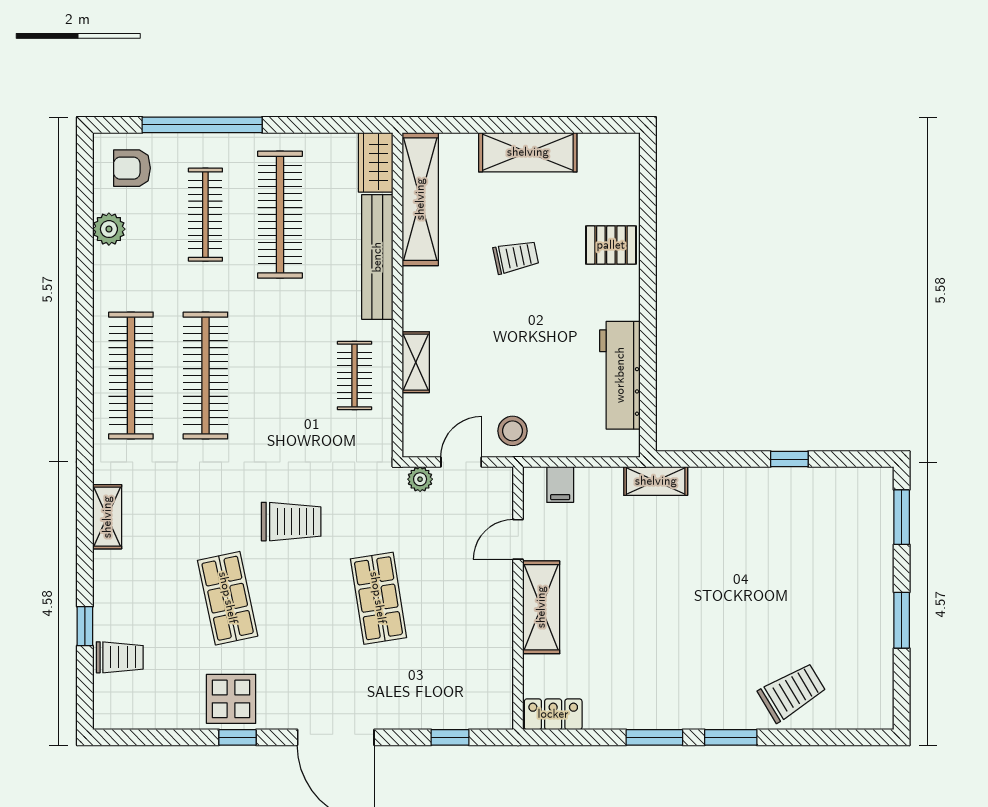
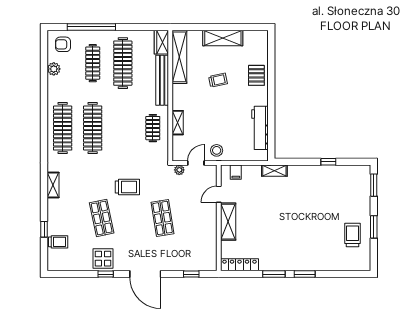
pallet: (611, 245) -> (256, 75), turned 90
trolley: (792, 692) -> (352, 235), moved, turned -59
locker: (553, 714) -> (239, 265), width x1.53

